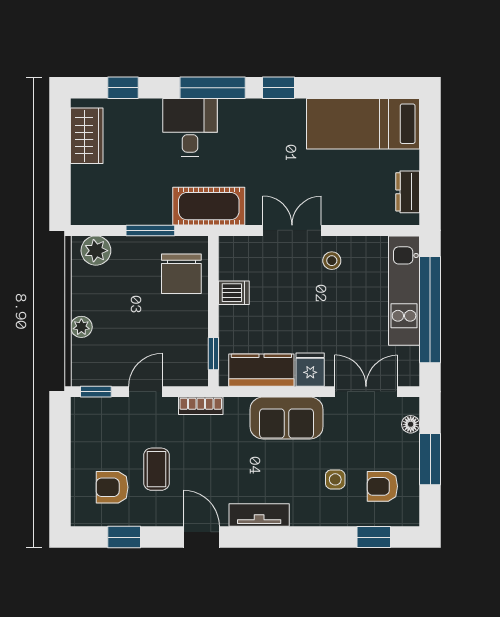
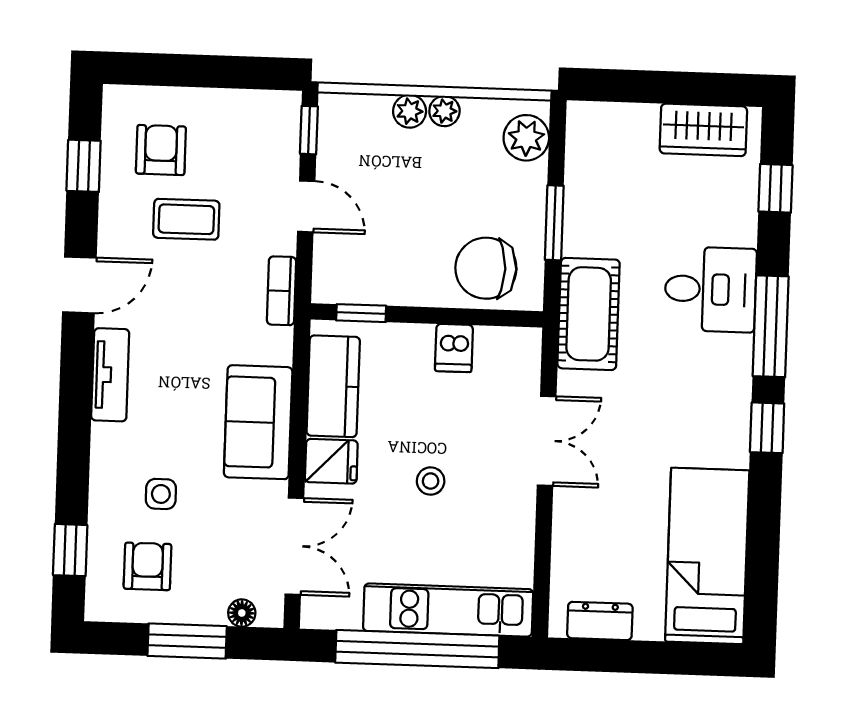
stool: (332, 261) -> (431, 481), moved
plant: (80, 304) -> (444, 111), added

